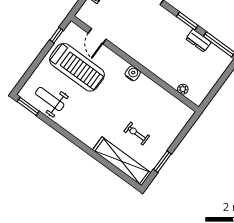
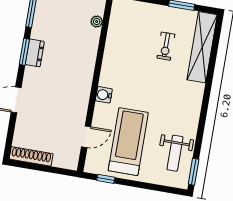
dresser: (198, 40) -> (35, 53), moved
water cooler: (133, 73) -> (104, 95), moved

